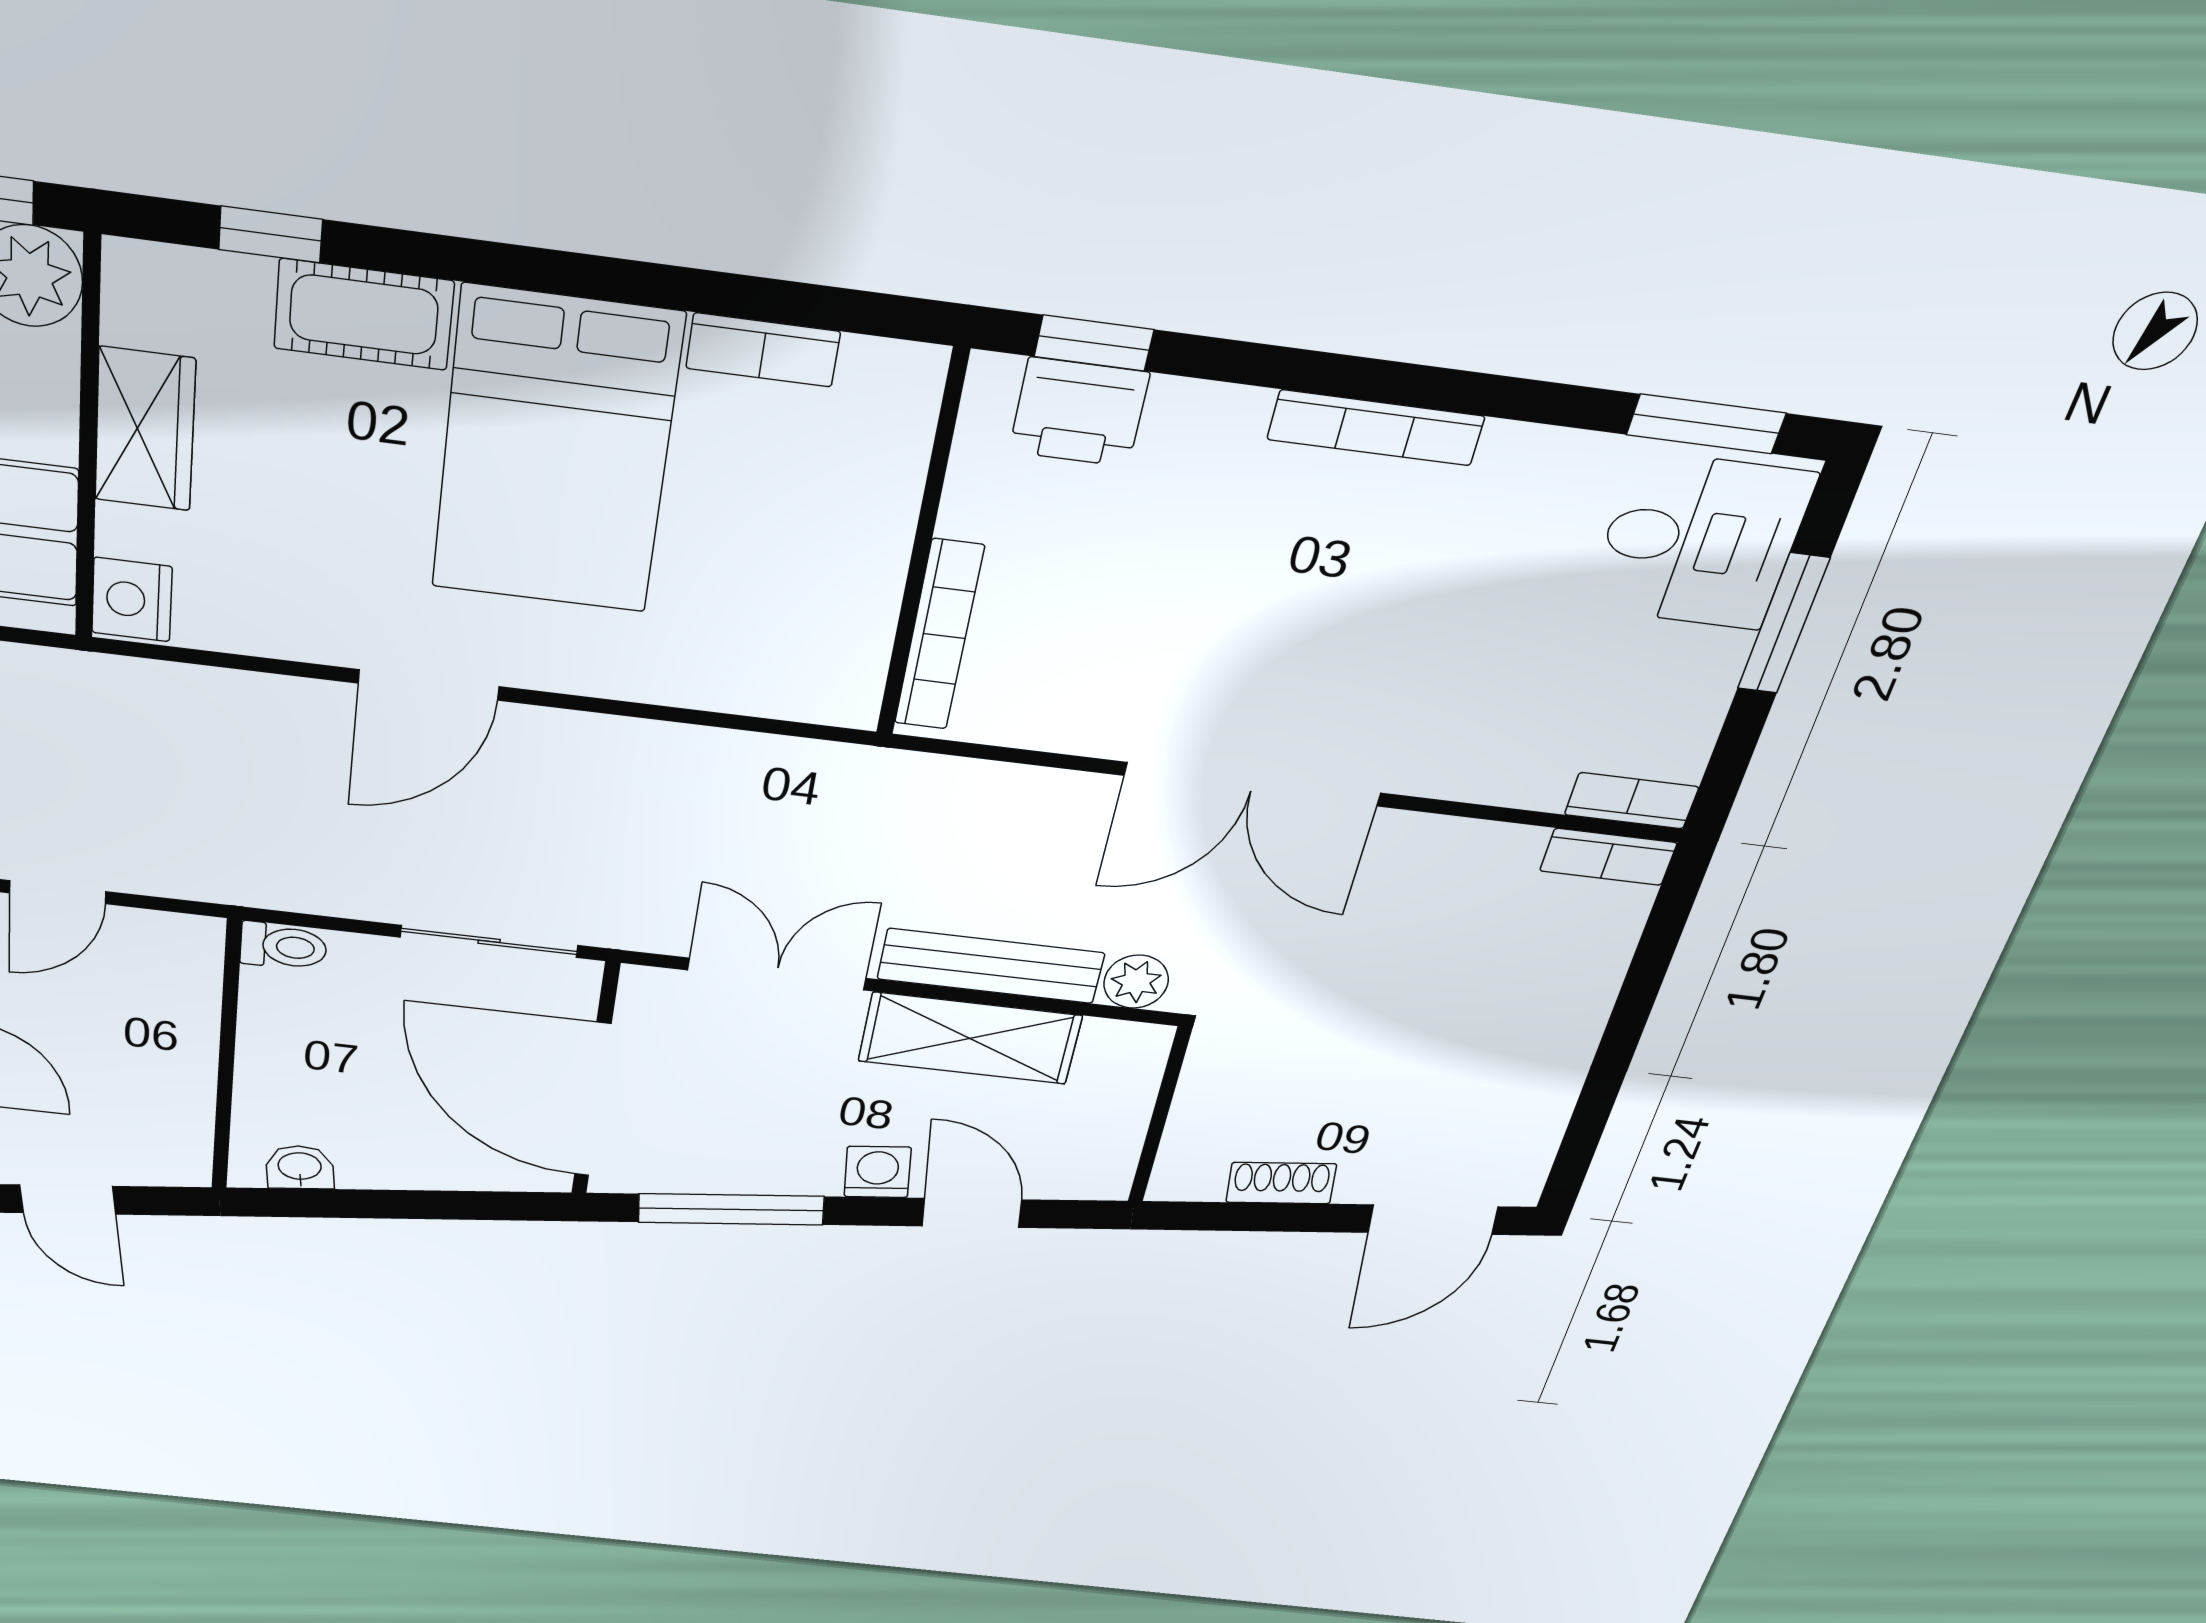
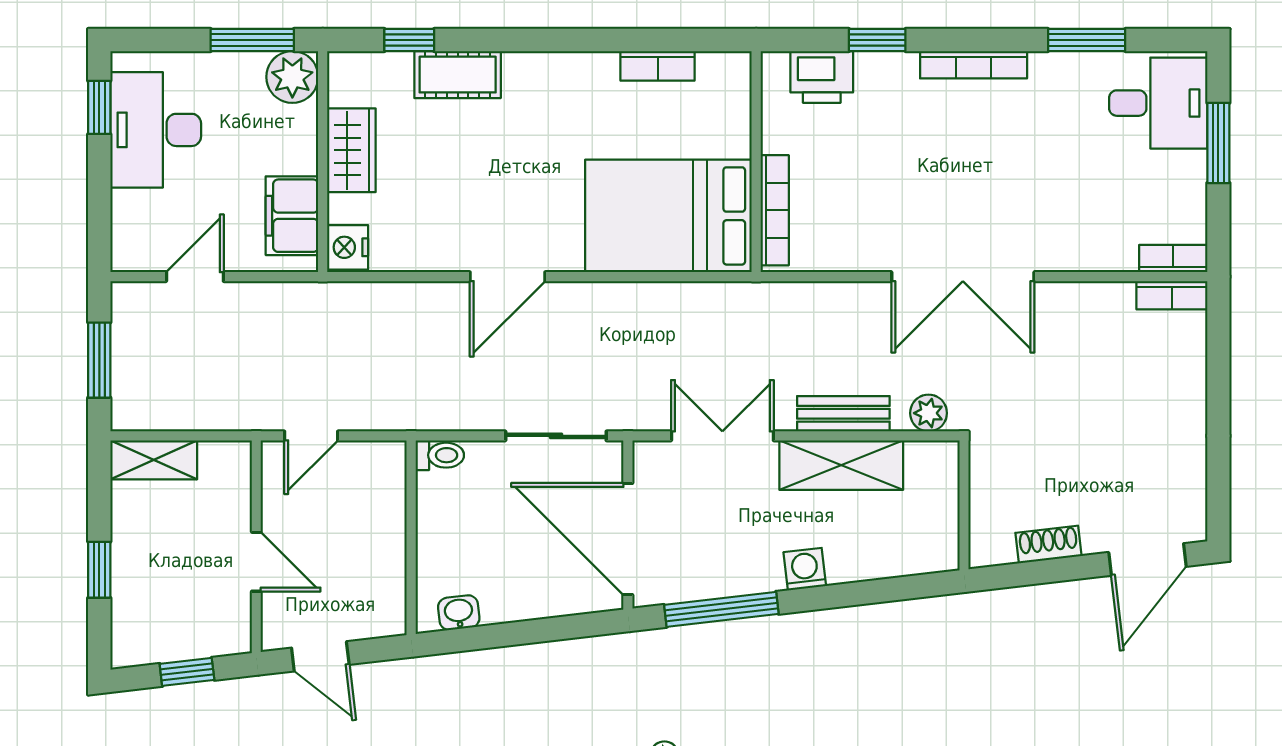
window: (1094, 343) -> (877, 40), moved
window: (1706, 424) -> (1087, 40), moved
bed: (556, 452) -> (668, 216), moved, turned 90
bench: (991, 966) -> (843, 414), width x0.73
door: (972, 1213) -> (867, 592), removed

